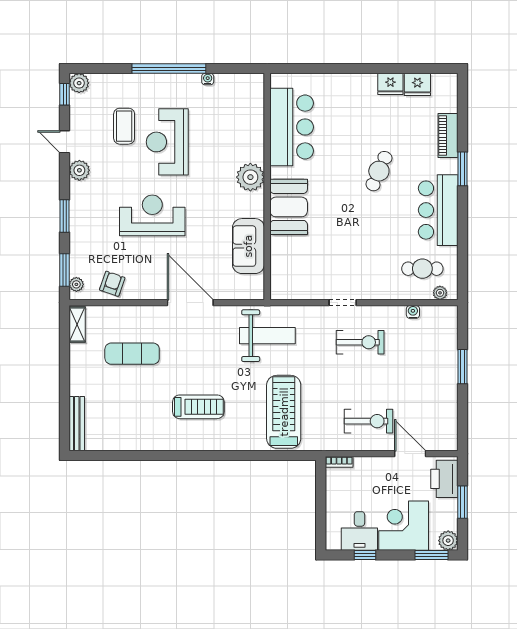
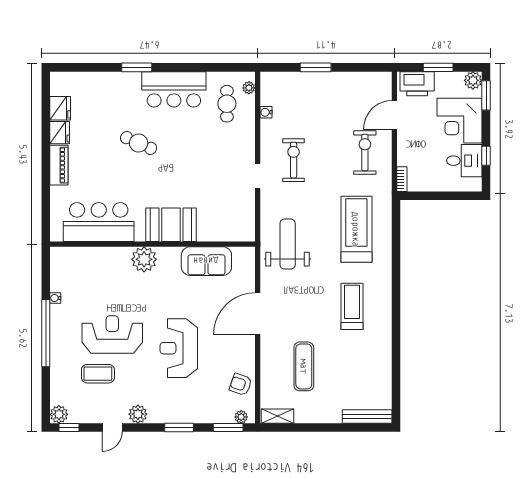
piano: (448, 136) -> (59, 165), moved, turned -90
reception desk: (167, 142) -> (112, 335), turned 180
treadmill: (284, 412) -> (356, 229), turned 90

